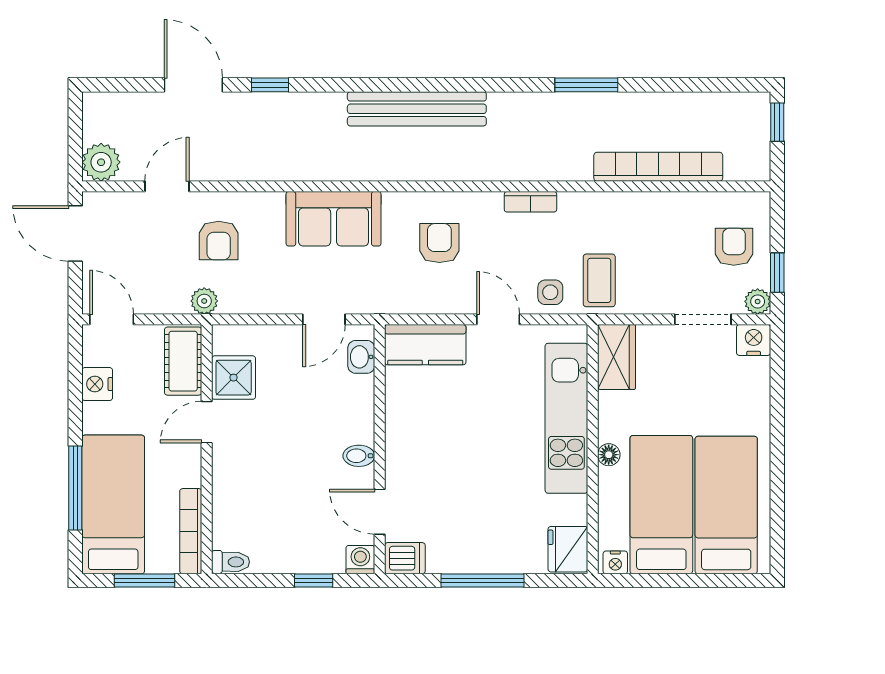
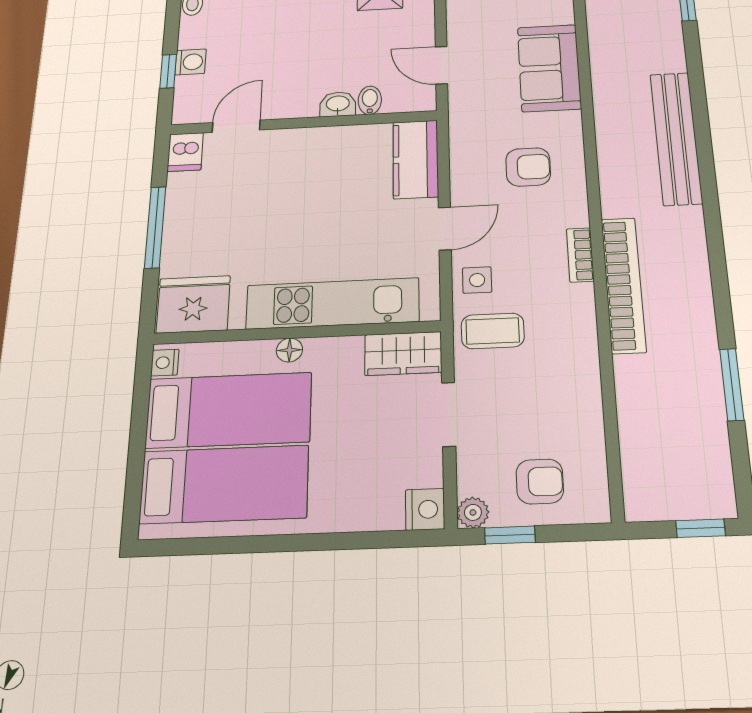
window: (586, 85) -> (732, 384), moved
bookcase: (658, 167) -> (623, 285), moved
doorway: (703, 319) -> (449, 414), moved
washbasin: (361, 357) -> (338, 104), moved
bidet: (359, 456) -> (370, 100), moved
fridge: (568, 549) -> (193, 304), width x1.36, depth x1.34
washing machine: (360, 560) -> (190, 62), moved

